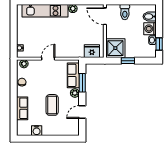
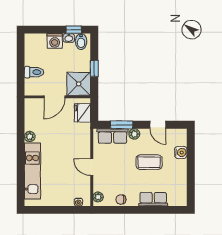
door: (105, 16) -> (54, 97), moved
bidet: (150, 16) -> (81, 42), moved
water cooler: (37, 131) -> (181, 152), moved

